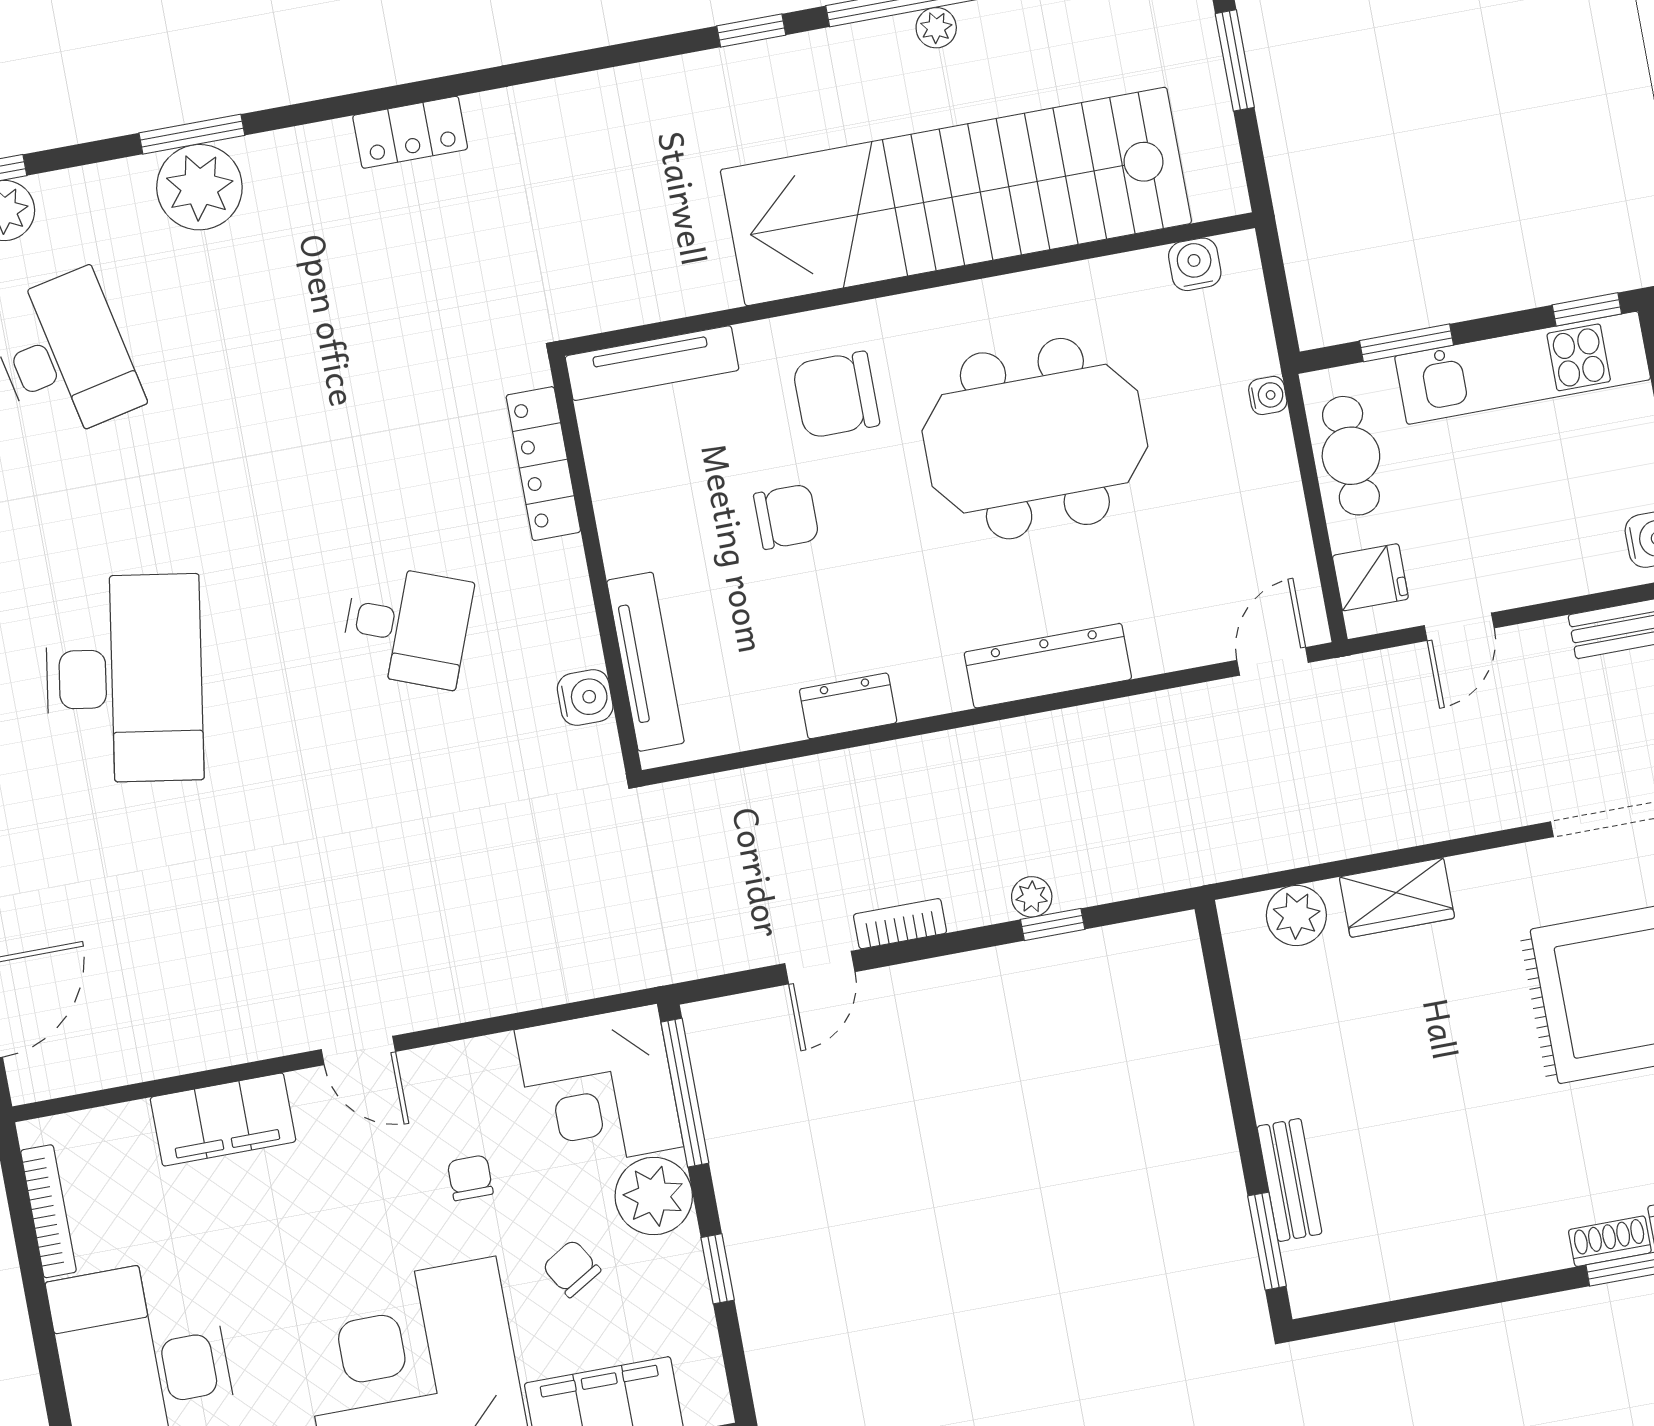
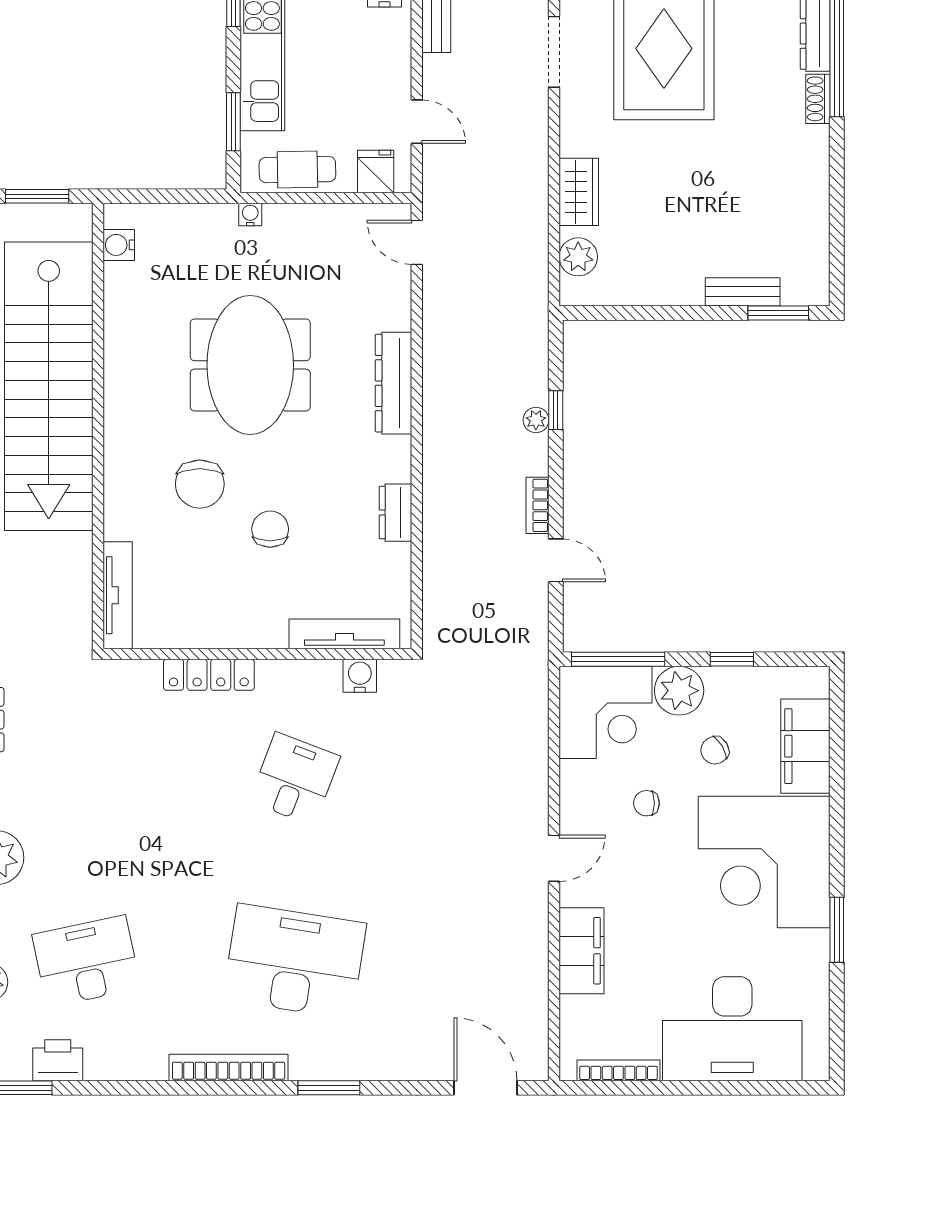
stairs: (956, 196) -> (49, 386), moved
water cooler: (1195, 264) -> (119, 245), moved
wall: (908, 284) -> (98, 426), moved
tv unit: (652, 363) -> (118, 595), moved

